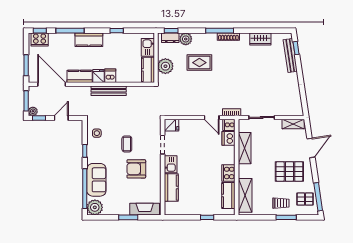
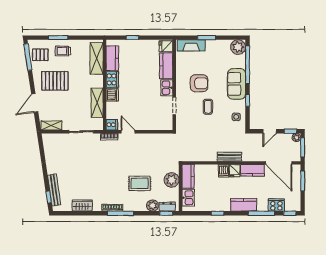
cooker: (40, 39) -> (276, 205), moved
bench: (109, 91) -> (229, 157), width x0.73
fridge: (171, 125) -> (166, 46), moved
dishwasher: (229, 138) -> (112, 95), moved
sofa: (96, 180) -> (237, 84), moved

